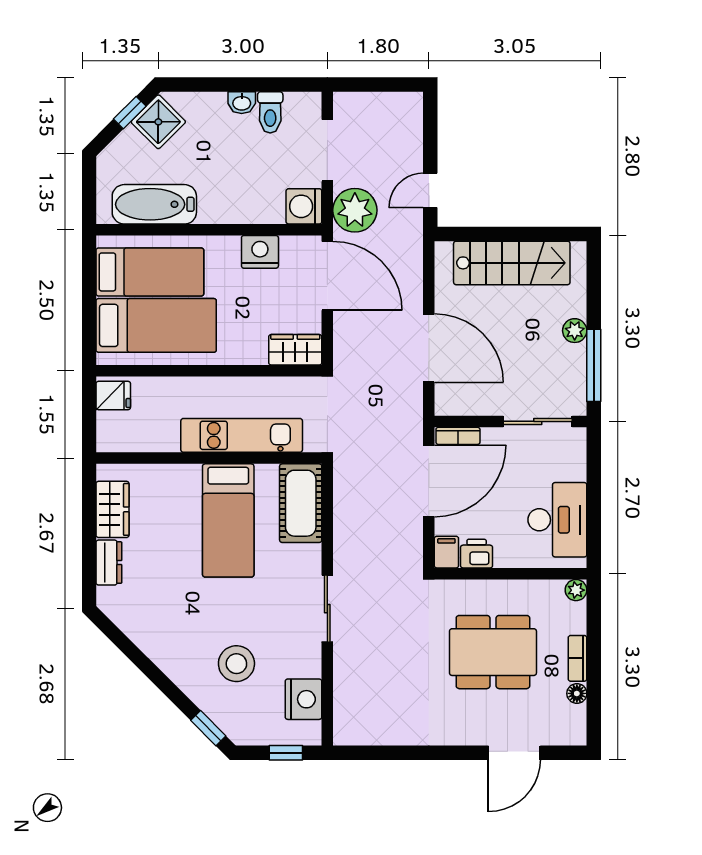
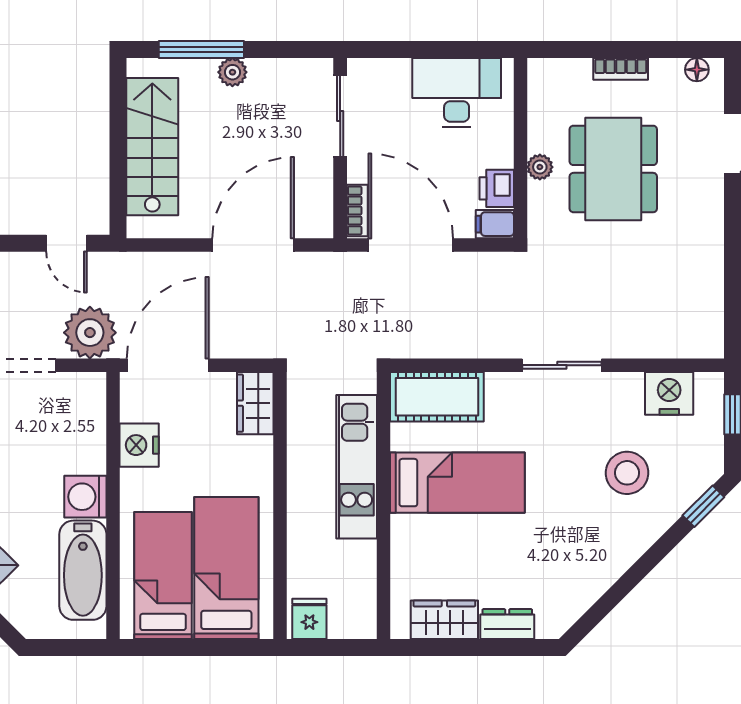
washing machine: (304, 206) -> (85, 497), moved, turned 90
window: (594, 365) -> (201, 50), moved
plant: (576, 590) -> (540, 167), moved
floor lamp: (577, 693) -> (697, 70), moved

